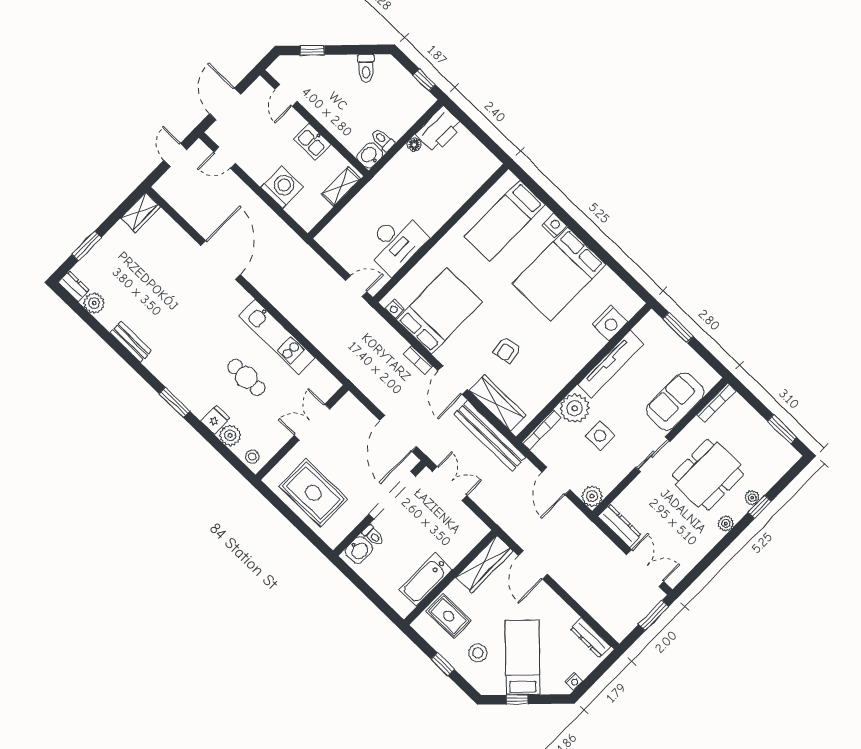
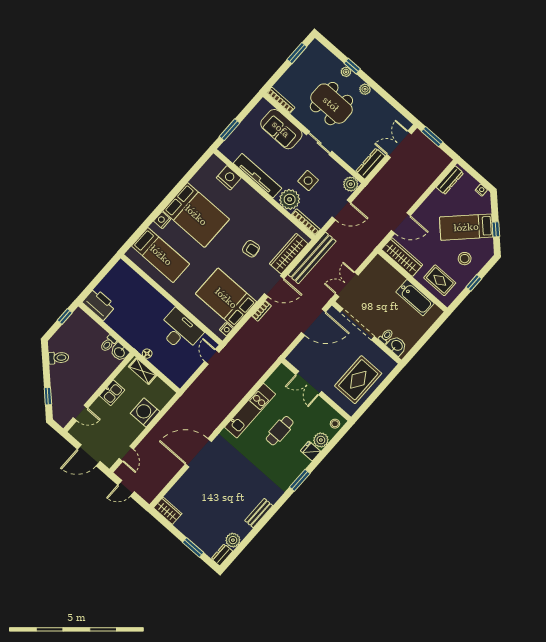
floor lamp: (414, 145) -> (147, 354), moved
rug: (449, 616) -> (440, 280), turned 90

